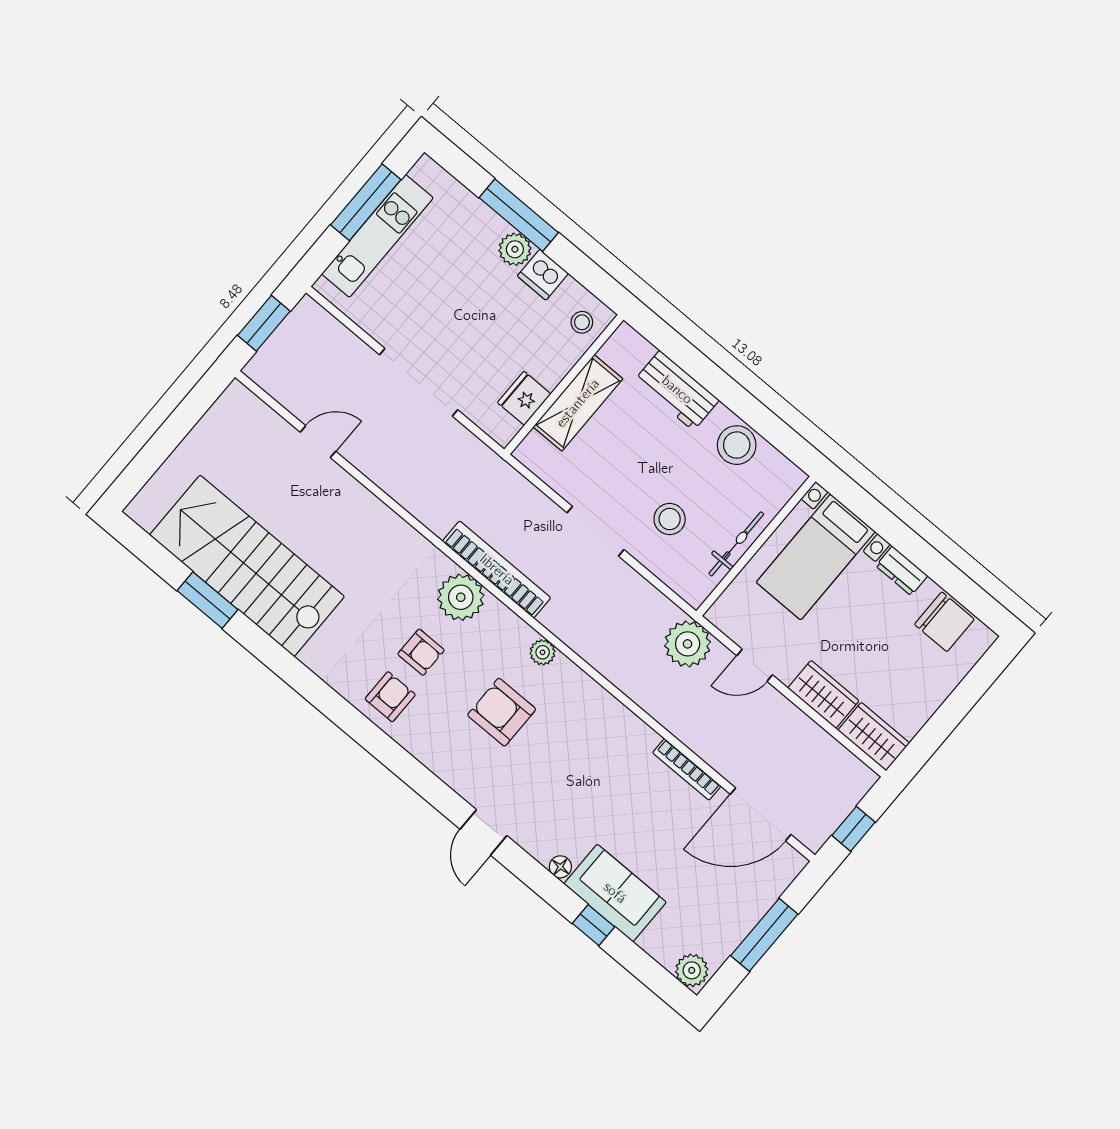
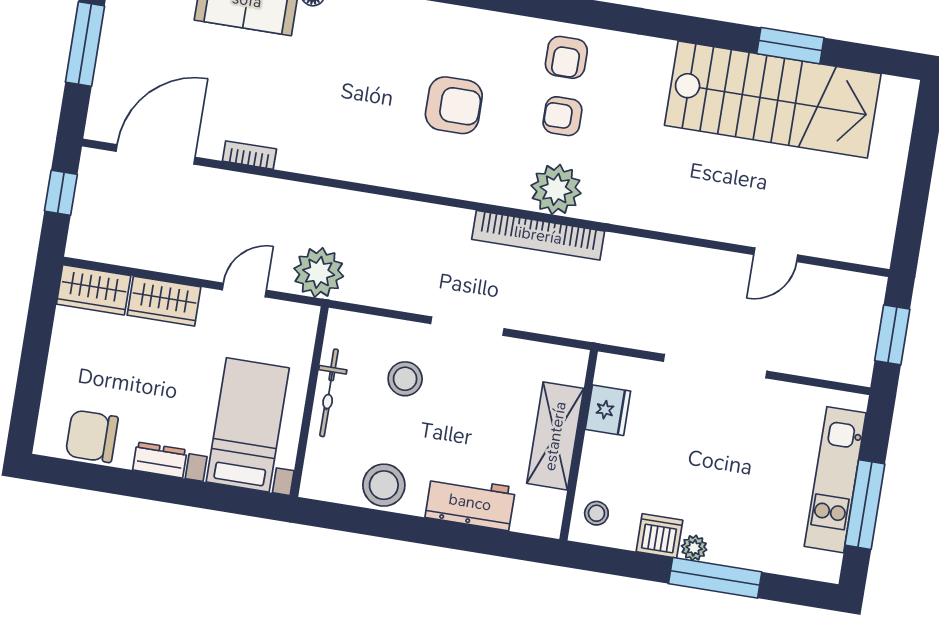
plant: (515, 249) -> (694, 548), width x0.73, depth x0.73
plant: (543, 652) -> (449, 184), removed
bookcase: (687, 769) -> (249, 155), width x0.64

